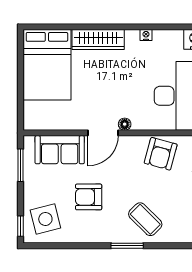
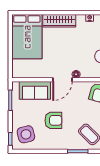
armchair: (89, 197) -> (53, 120), turned 180

